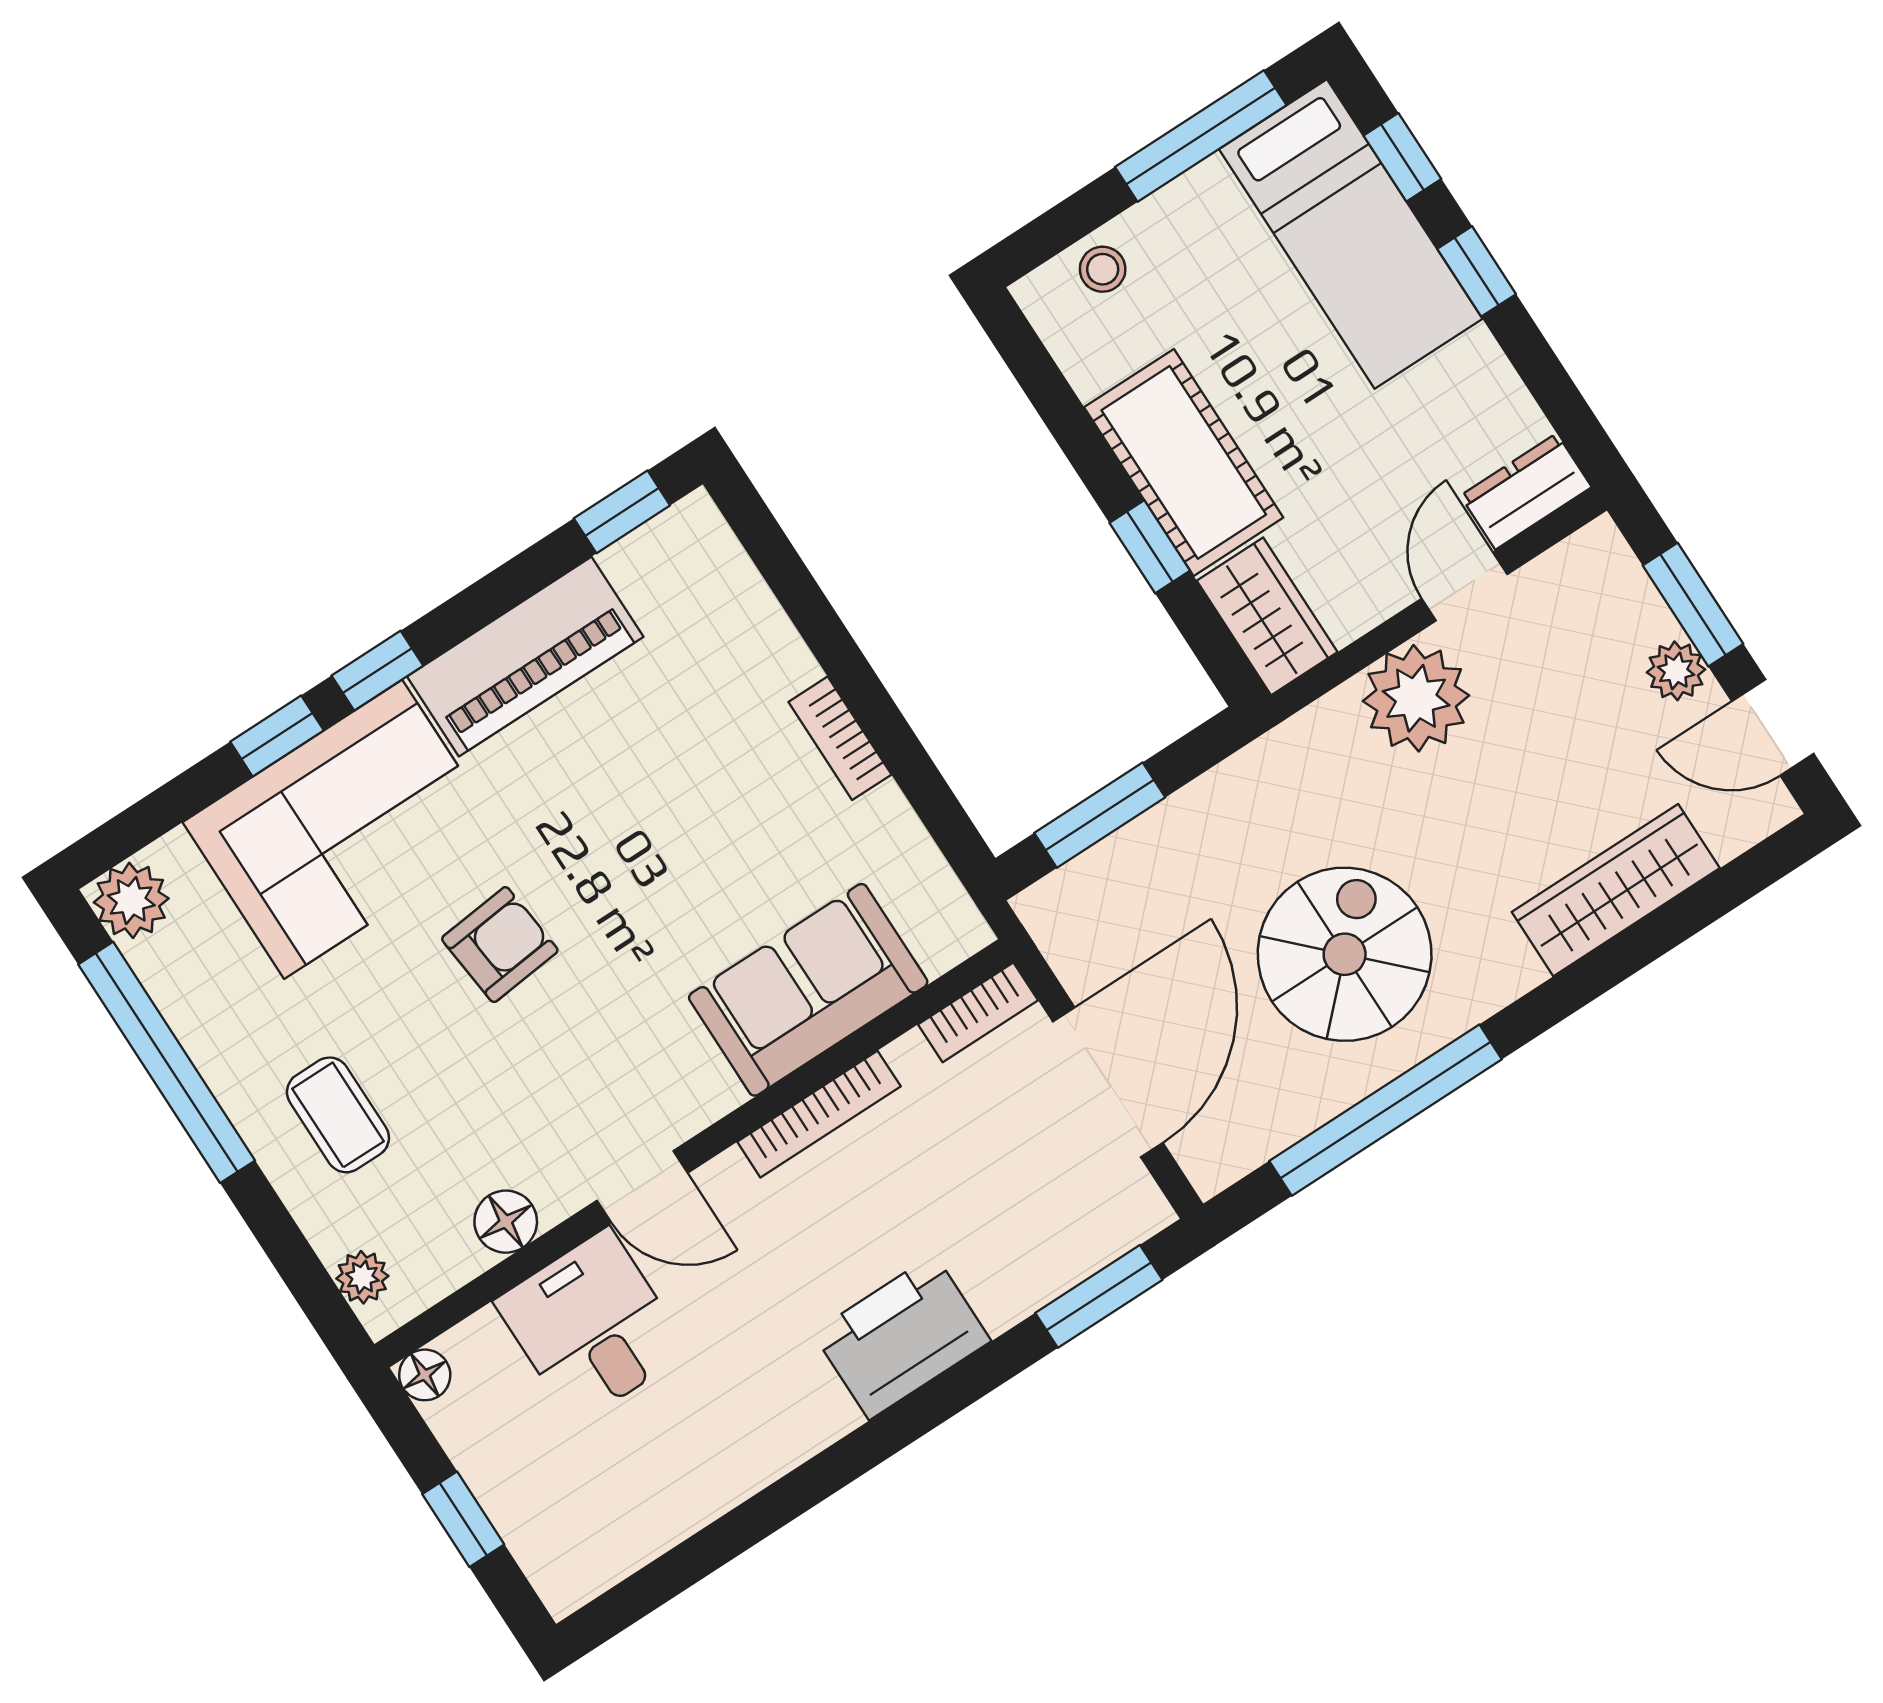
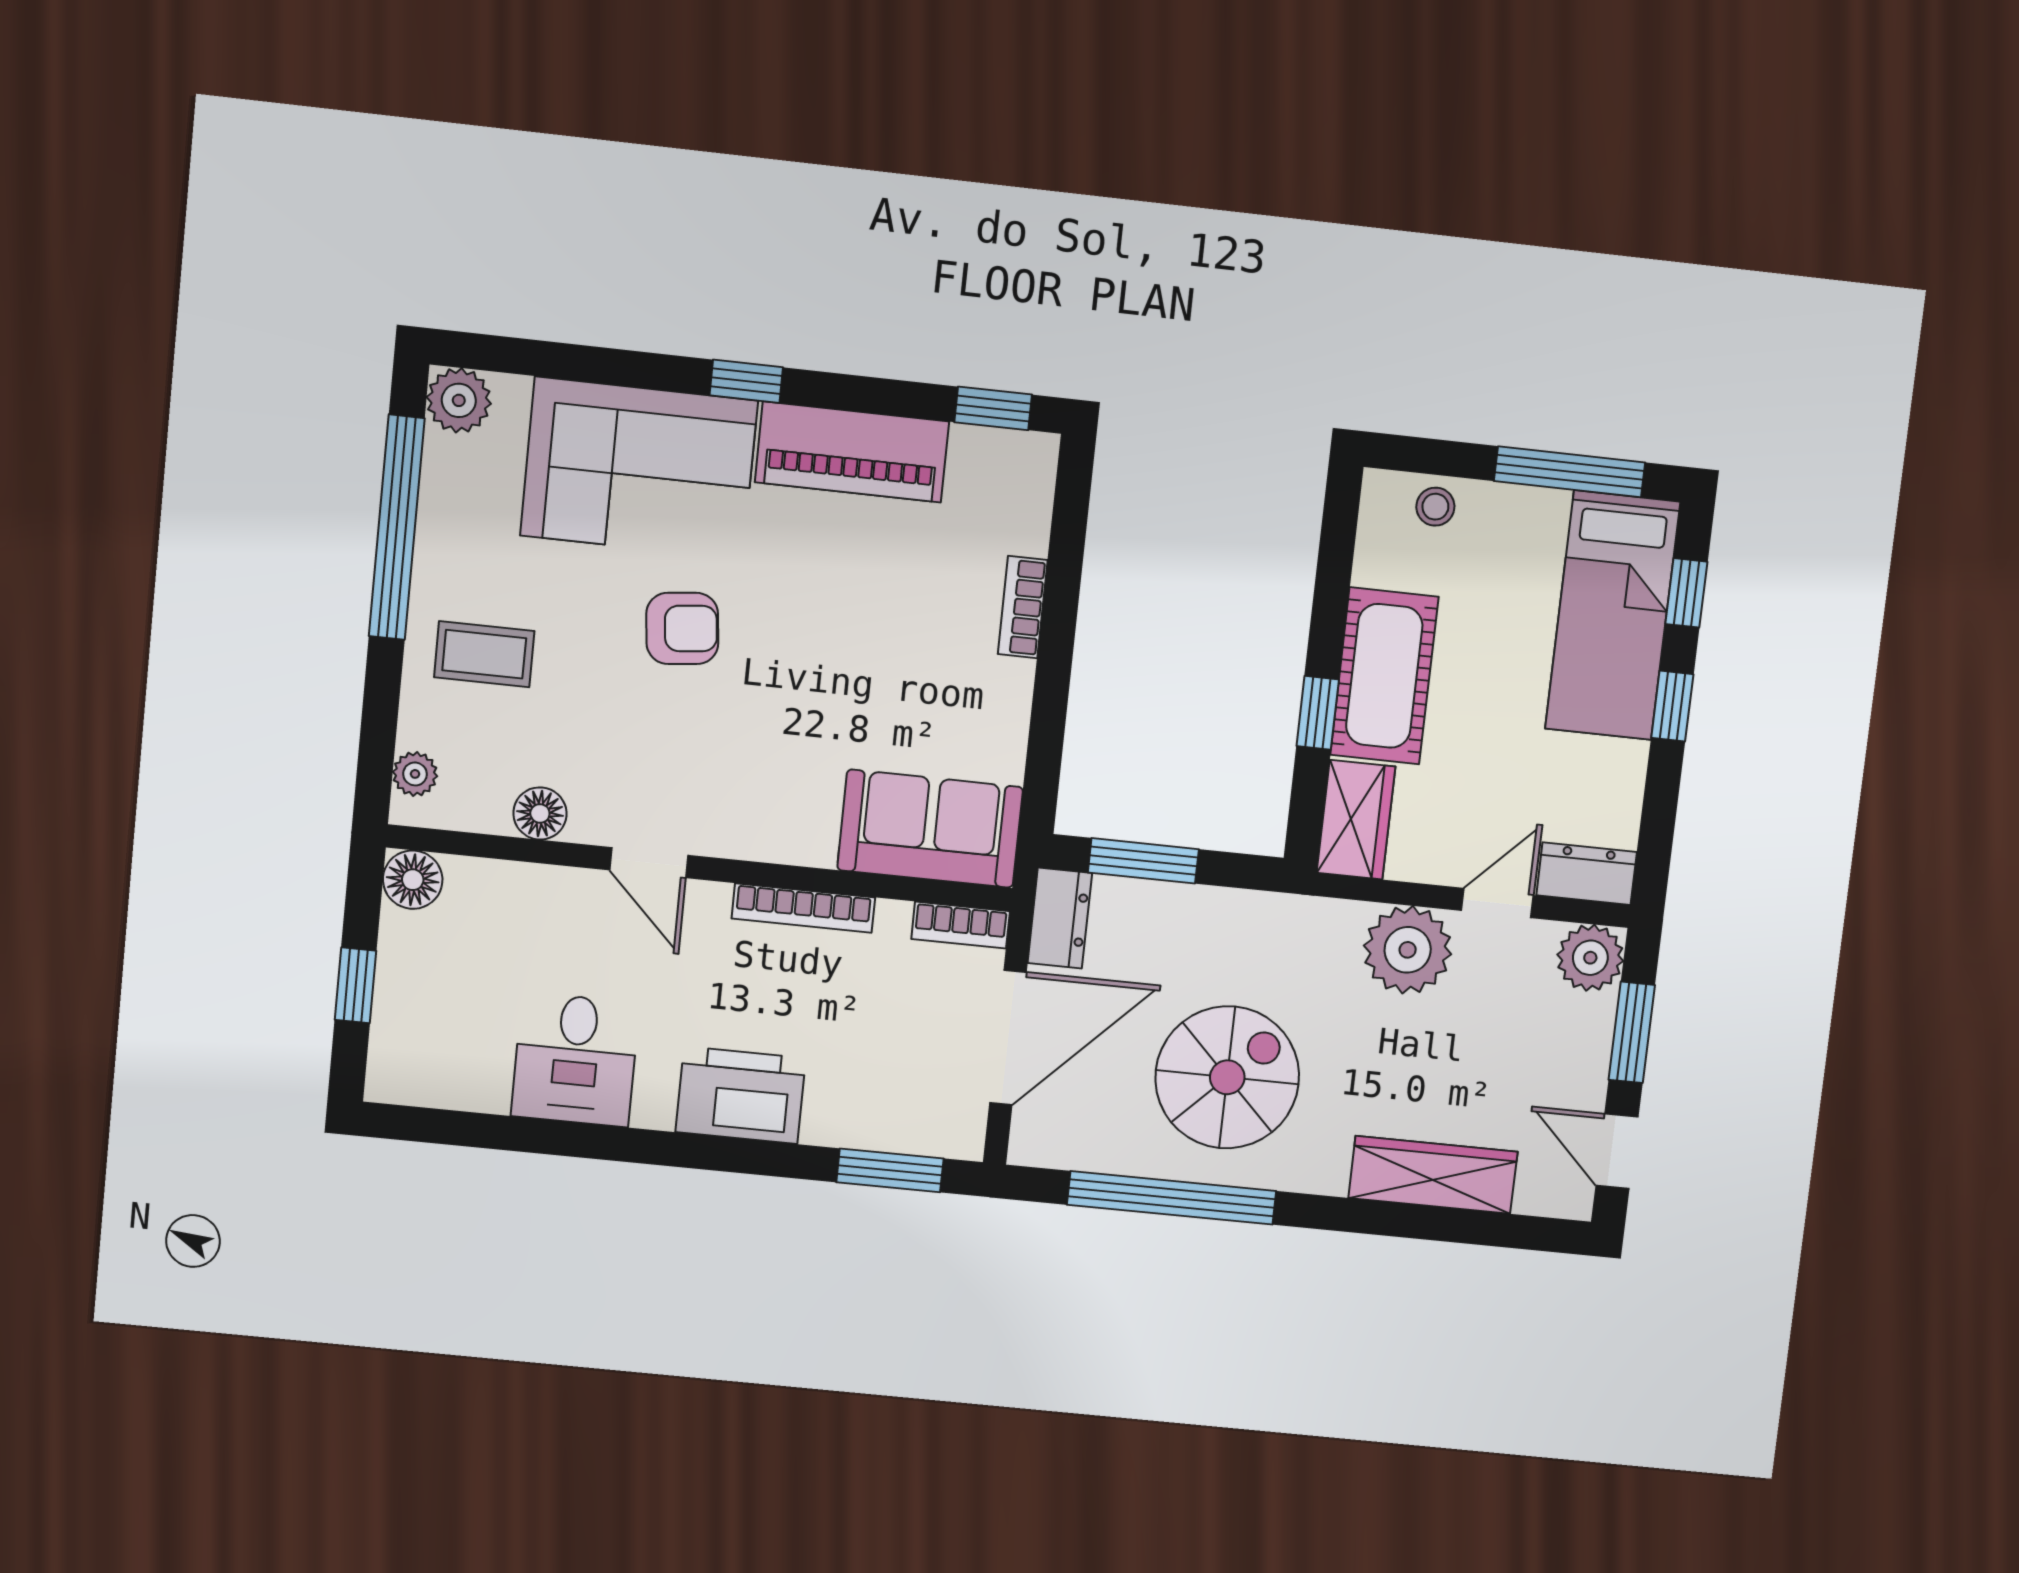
plant: (1676, 671) -> (1590, 958), moved, width x1.38, depth x1.38
window: (277, 736) -> (644, 370), removed
bookcase: (840, 738) -> (1023, 607), moved
dresser: (1065, 931) -> (1060, 918), added
sofa: (808, 990) -> (930, 829), moved
coffee table: (338, 1115) -> (484, 654), turned 90
desk: (592, 1326) -> (575, 1059), moved, turned 180
floor lamp: (425, 1375) -> (413, 880), width x1.37, depth x1.37

